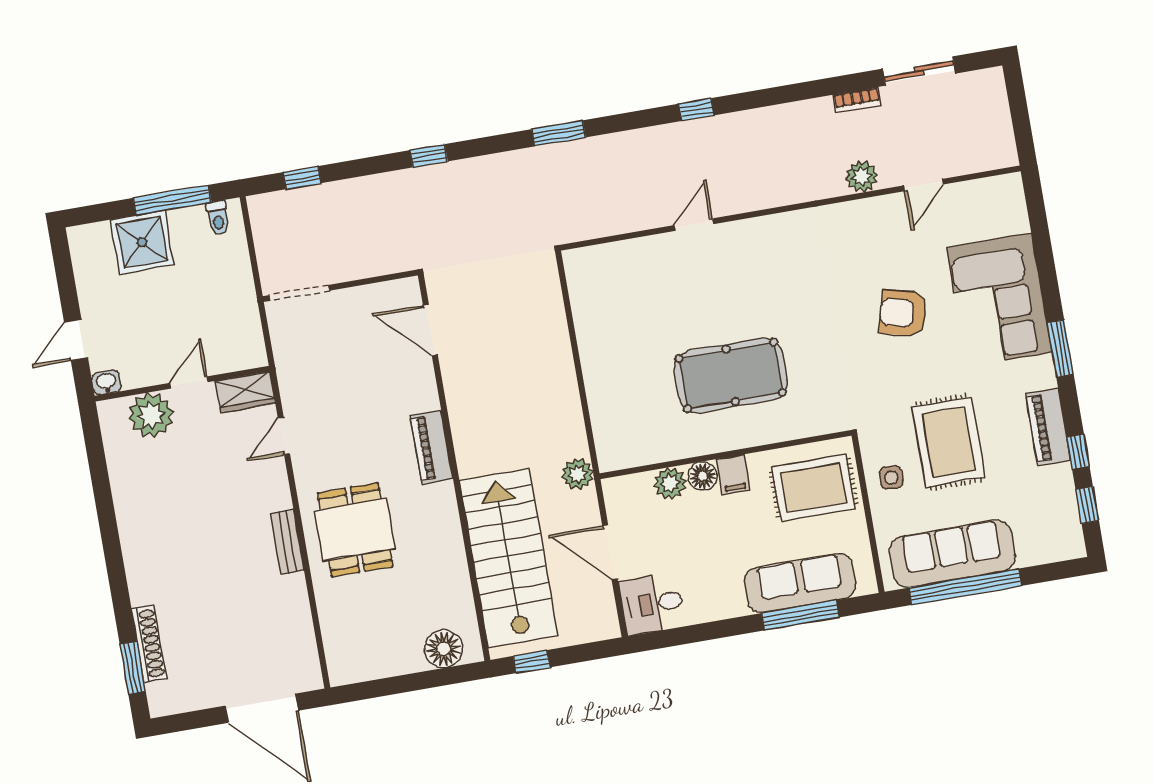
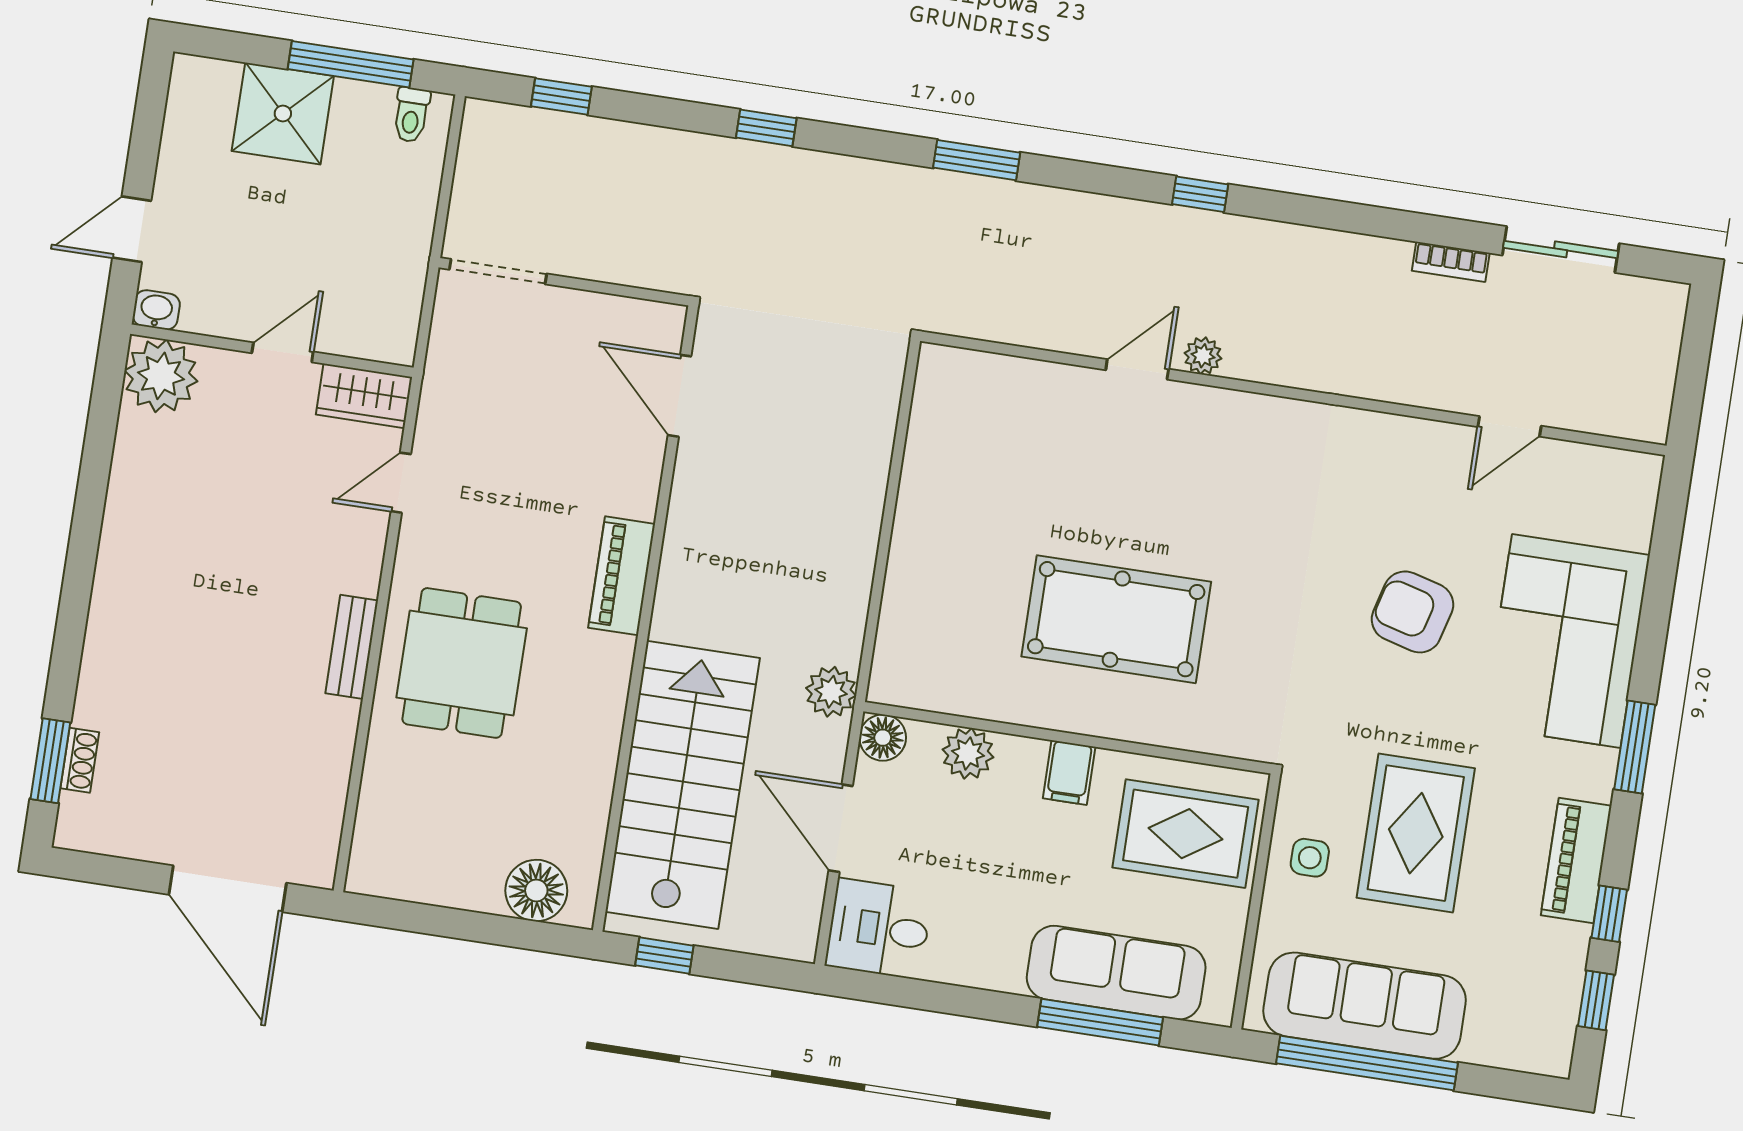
plant: (862, 177) -> (1203, 356), moved, width x0.73, depth x0.73
plant: (151, 415) -> (161, 376), moved
floor lamp: (703, 476) -> (883, 738), moved
shoe rack: (149, 644) -> (80, 760), width x0.51, depth x0.81

